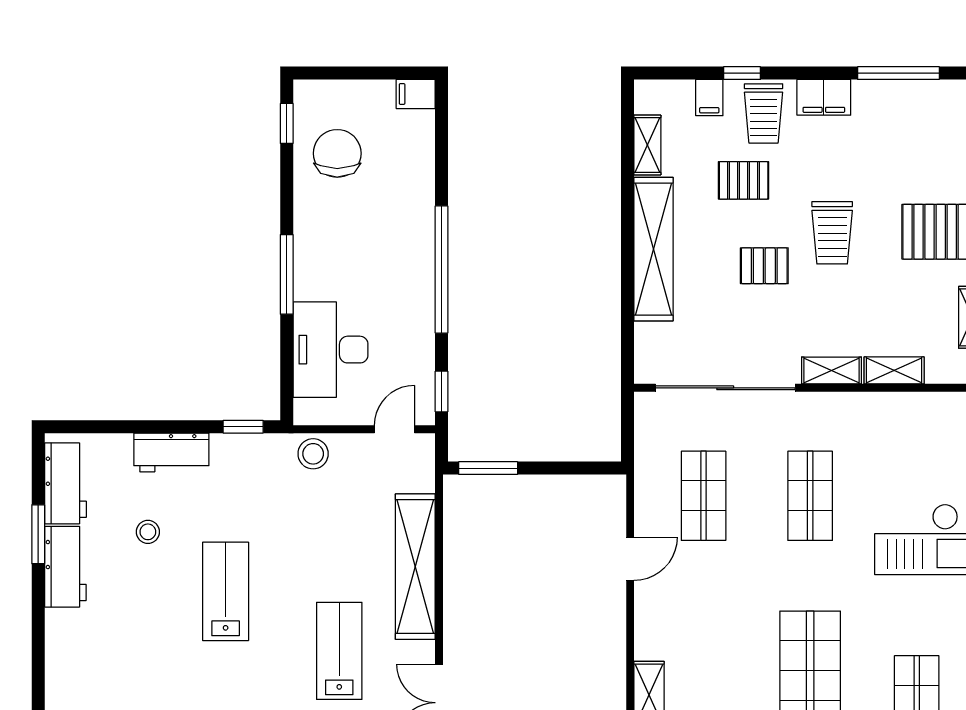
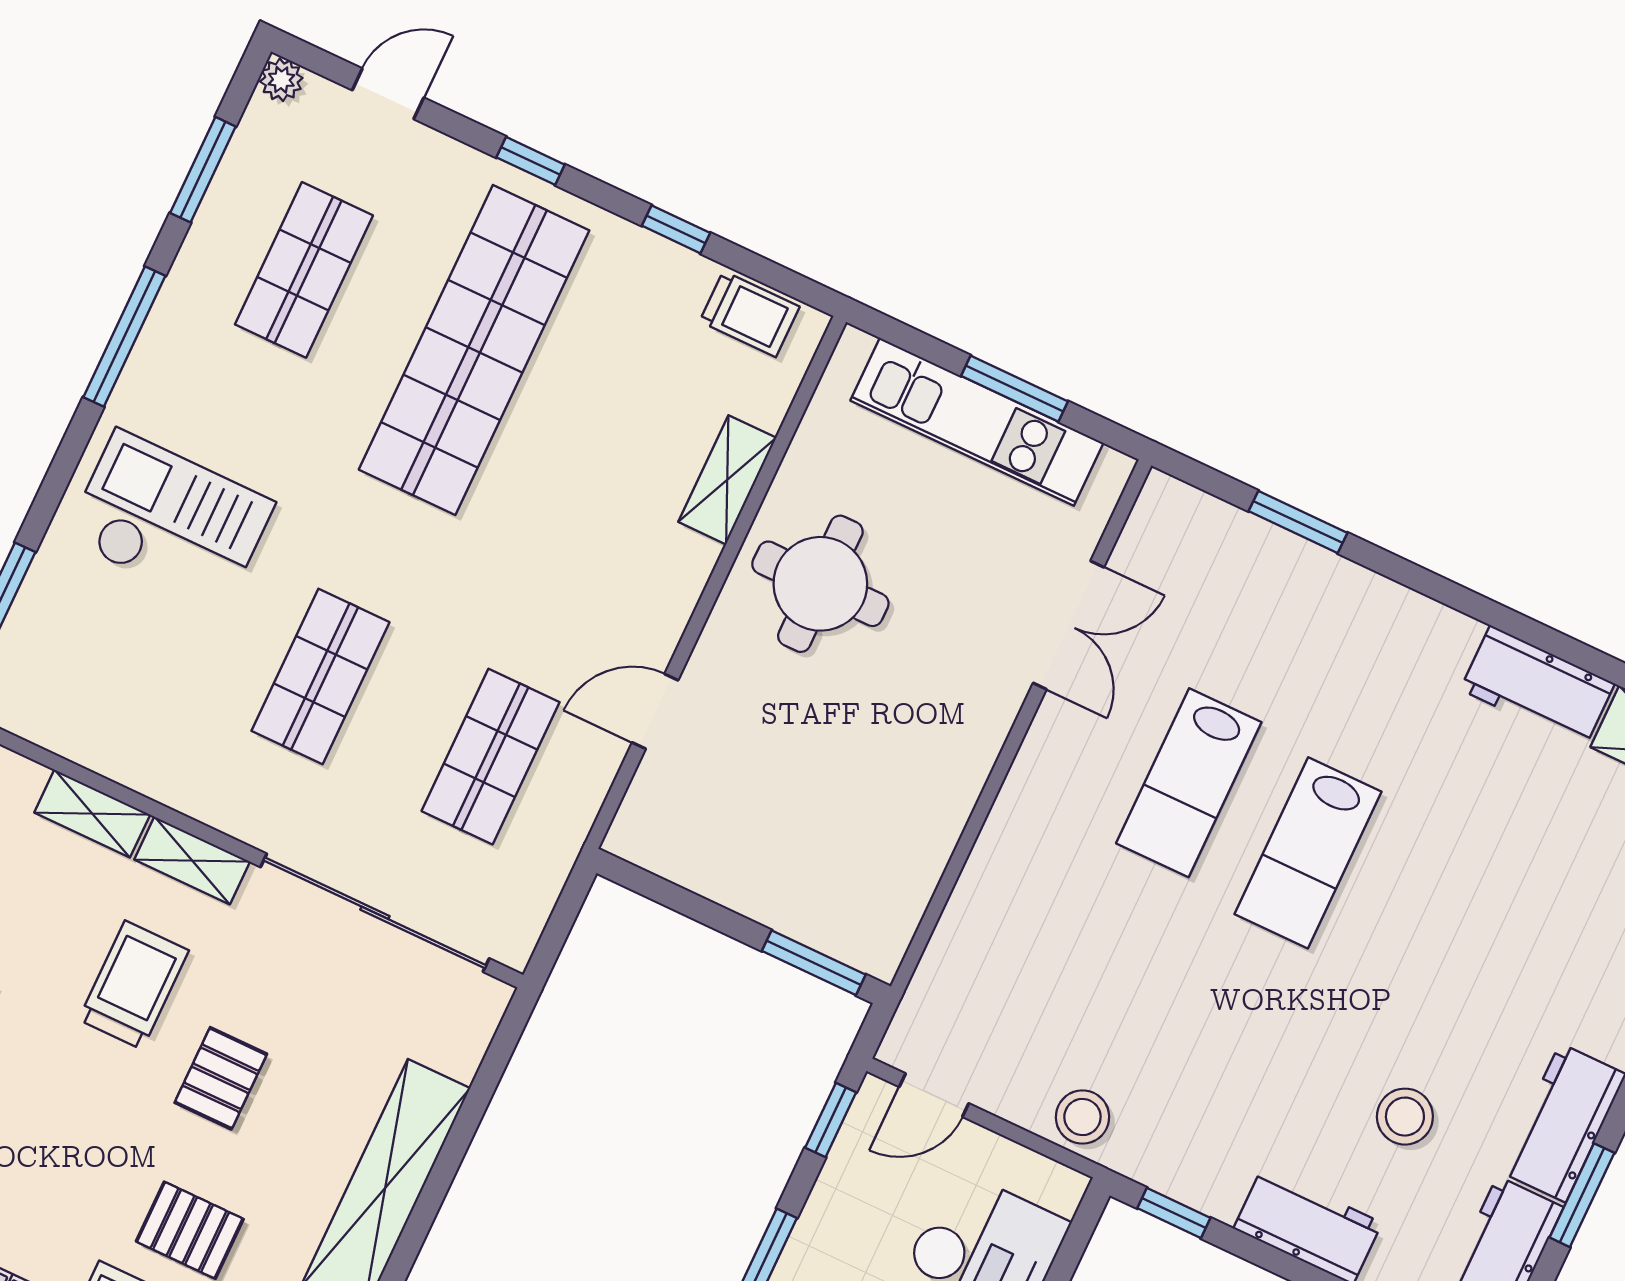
trolley: (832, 233) -> (134, 985), moved
pallet: (764, 266) -> (221, 1078), turned 90
stool: (148, 532) -> (1405, 1117), width x1.37, depth x1.37
shelving: (415, 567) -> (1004, 860), removed
lab bench: (226, 591) -> (1308, 853), moved
round table: (576, 664) -> (820, 584), added

